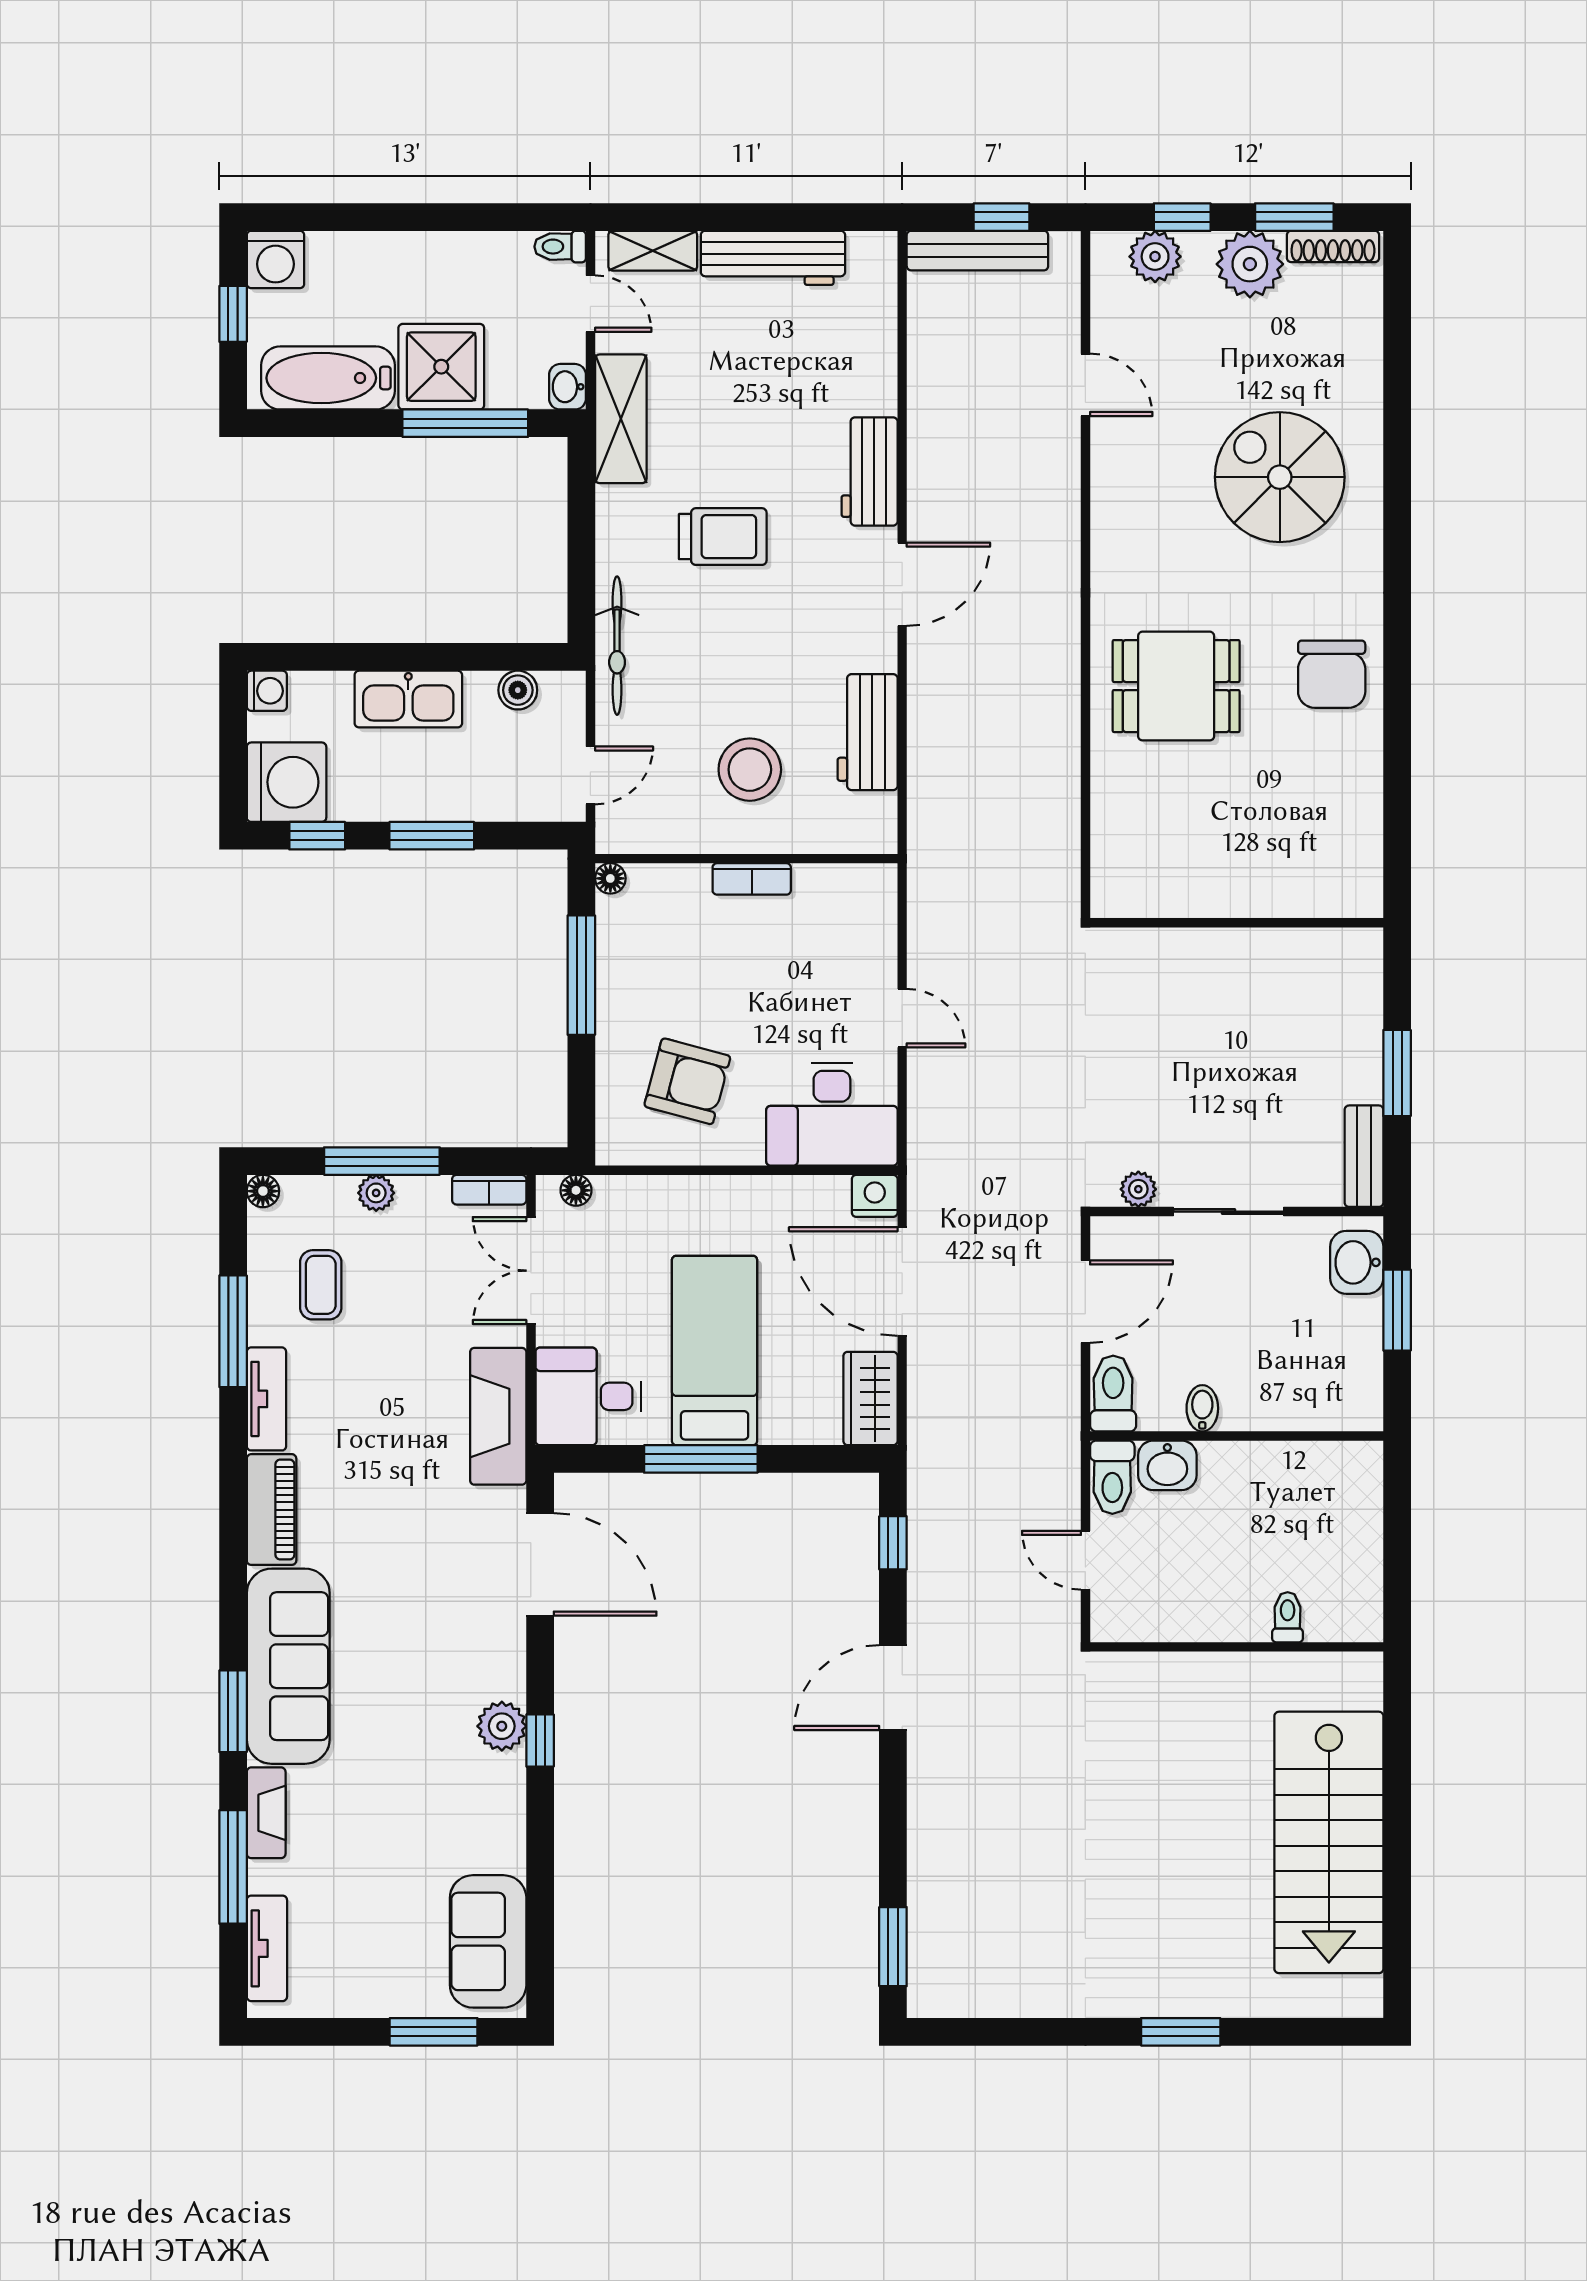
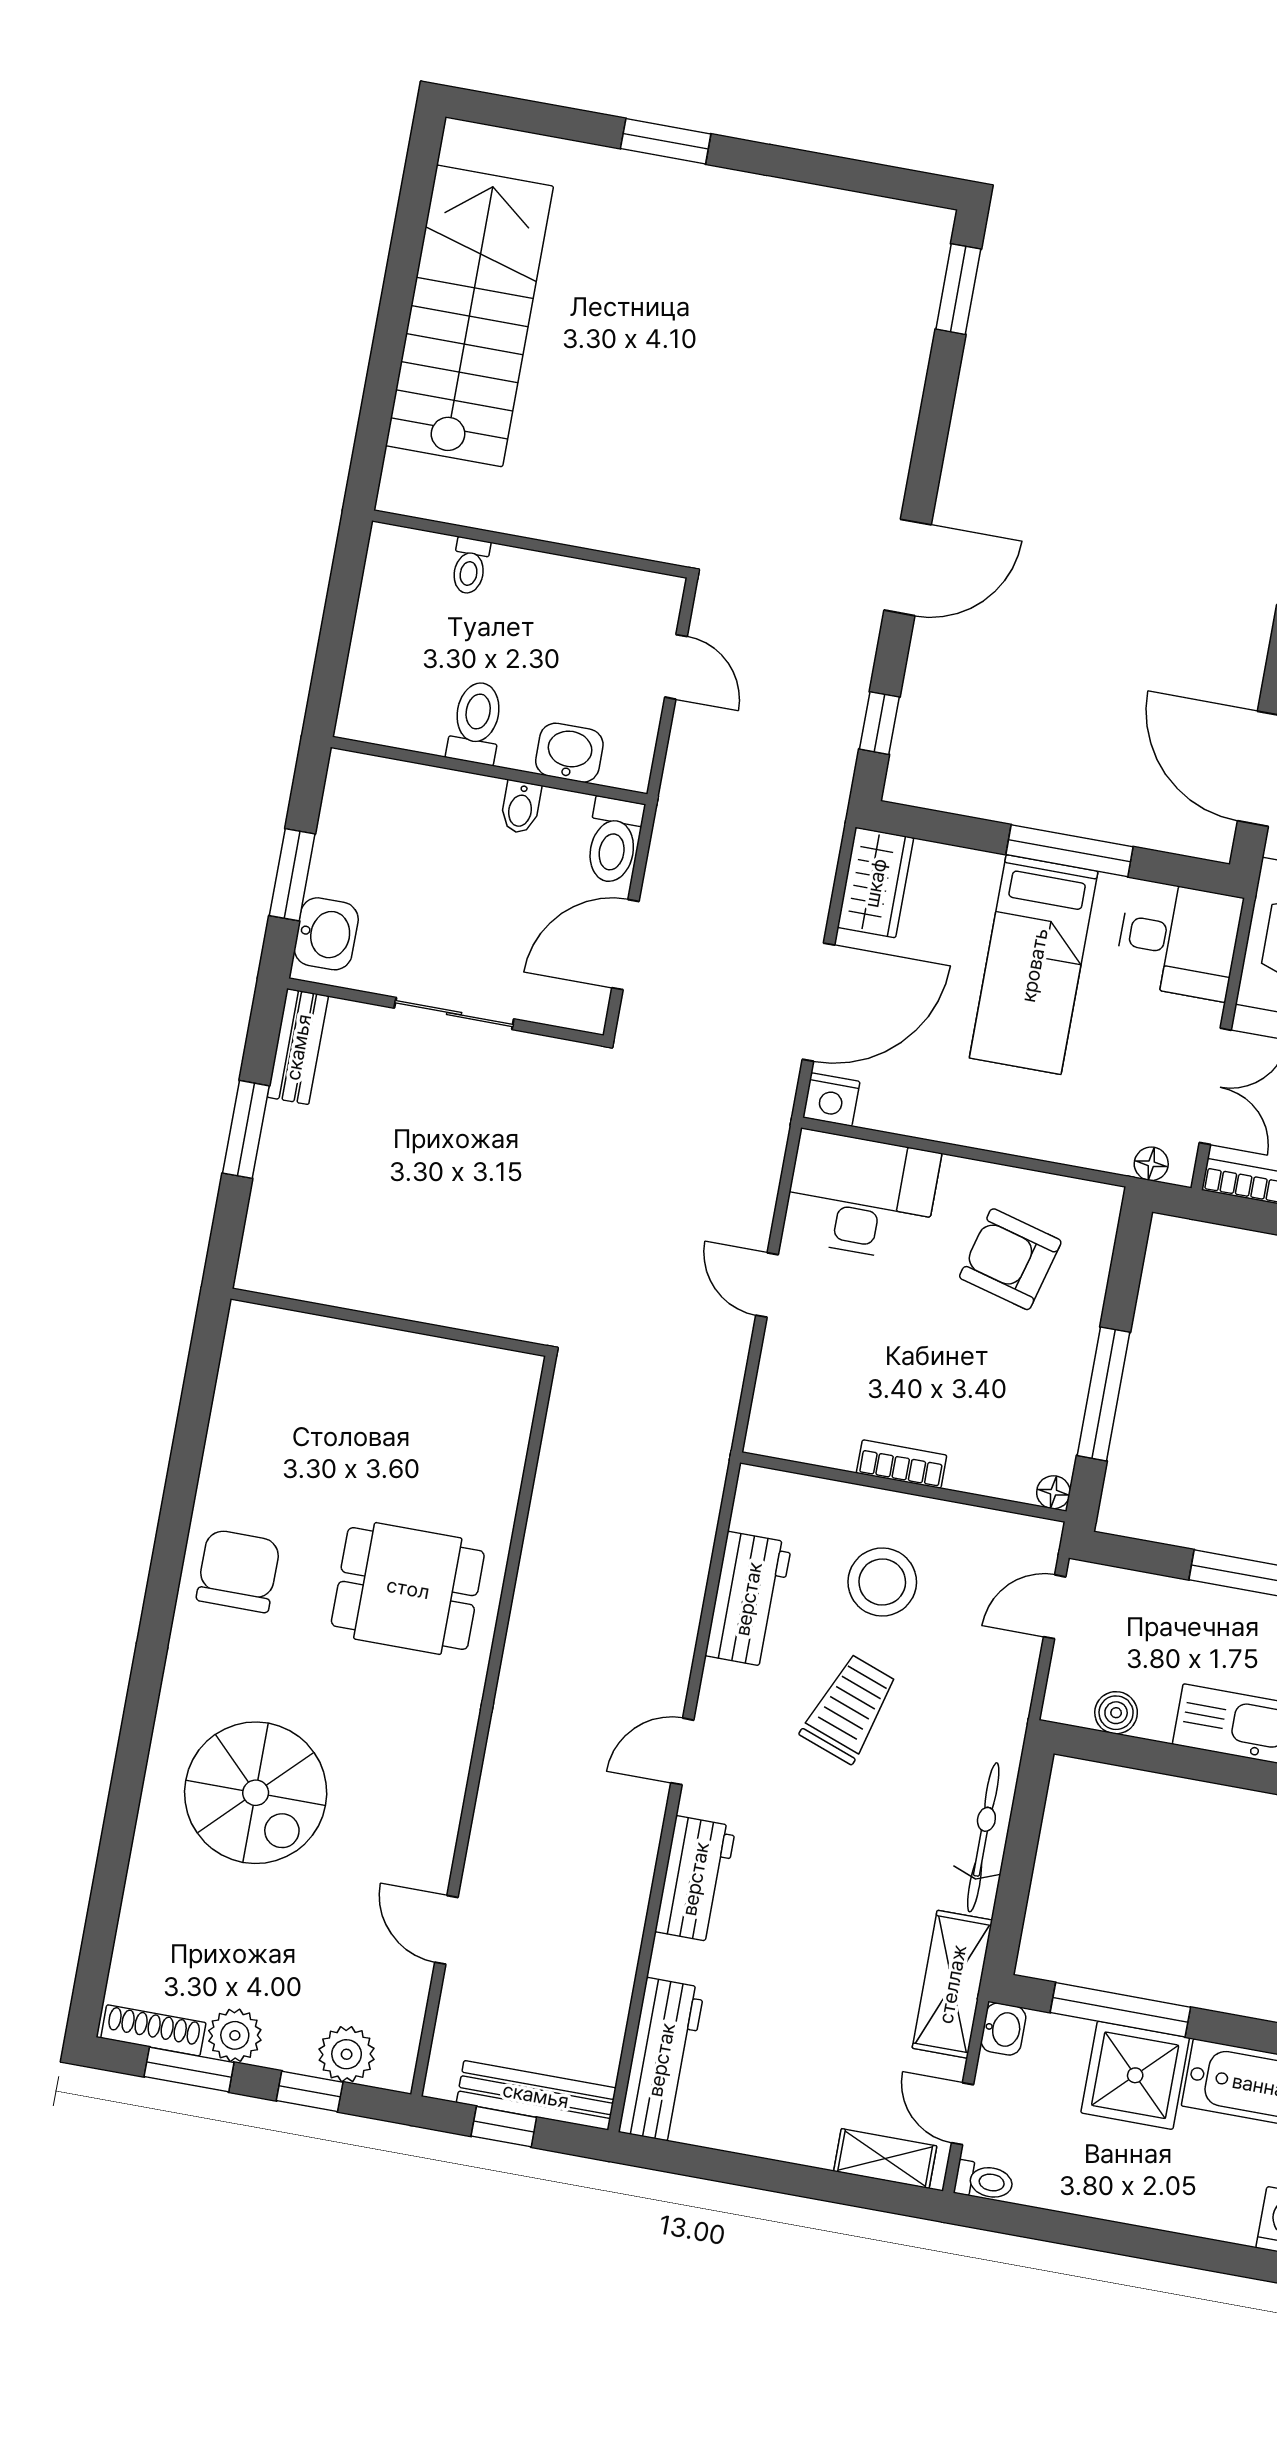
workbench: (773, 258) -> (661, 2060), moved, turned 90
plant: (1250, 264) -> (235, 2035), width x0.73, depth x0.73
trolley: (723, 537) -> (849, 1709), moved, turned 110
door: (902, 584) -> (682, 1751), width x0.73
bicycle: (617, 646) -> (983, 1837), moved
plant: (1138, 1189) -> (547, 1055), removed
door: (902, 1281) -> (819, 1002), hinge flipped
toilet: (1112, 1477) -> (476, 723), moved

